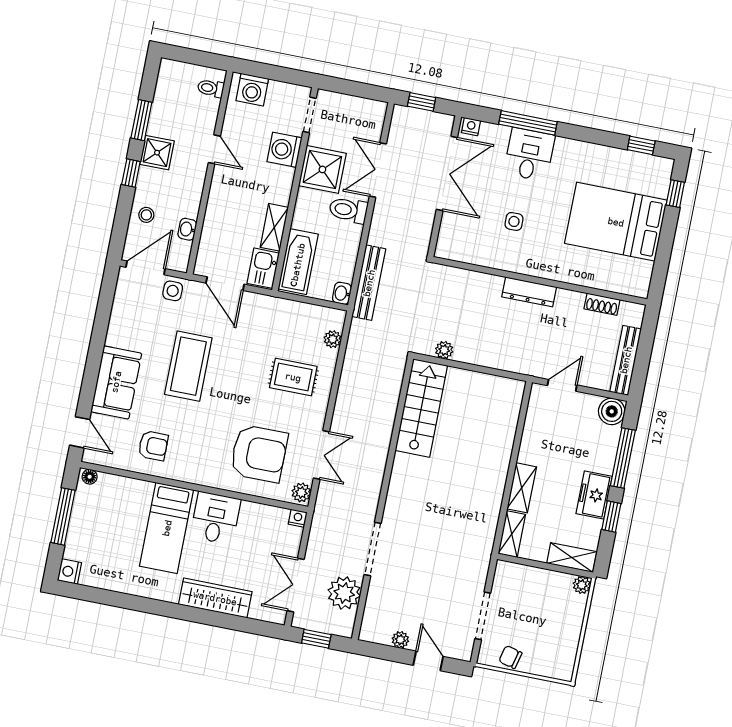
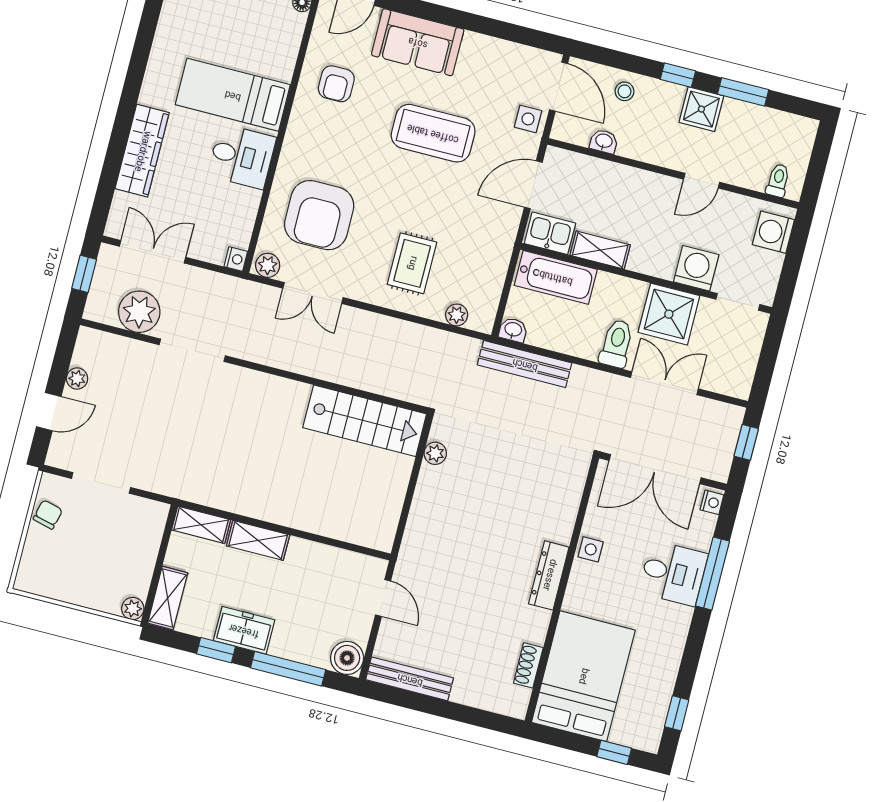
wall: (540, 281) -> (562, 589), moved
dresser: (529, 292) -> (549, 575), moved
shoe rack: (602, 304) -> (528, 665), moved

